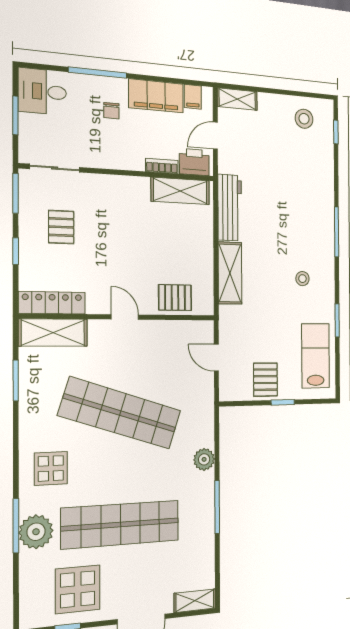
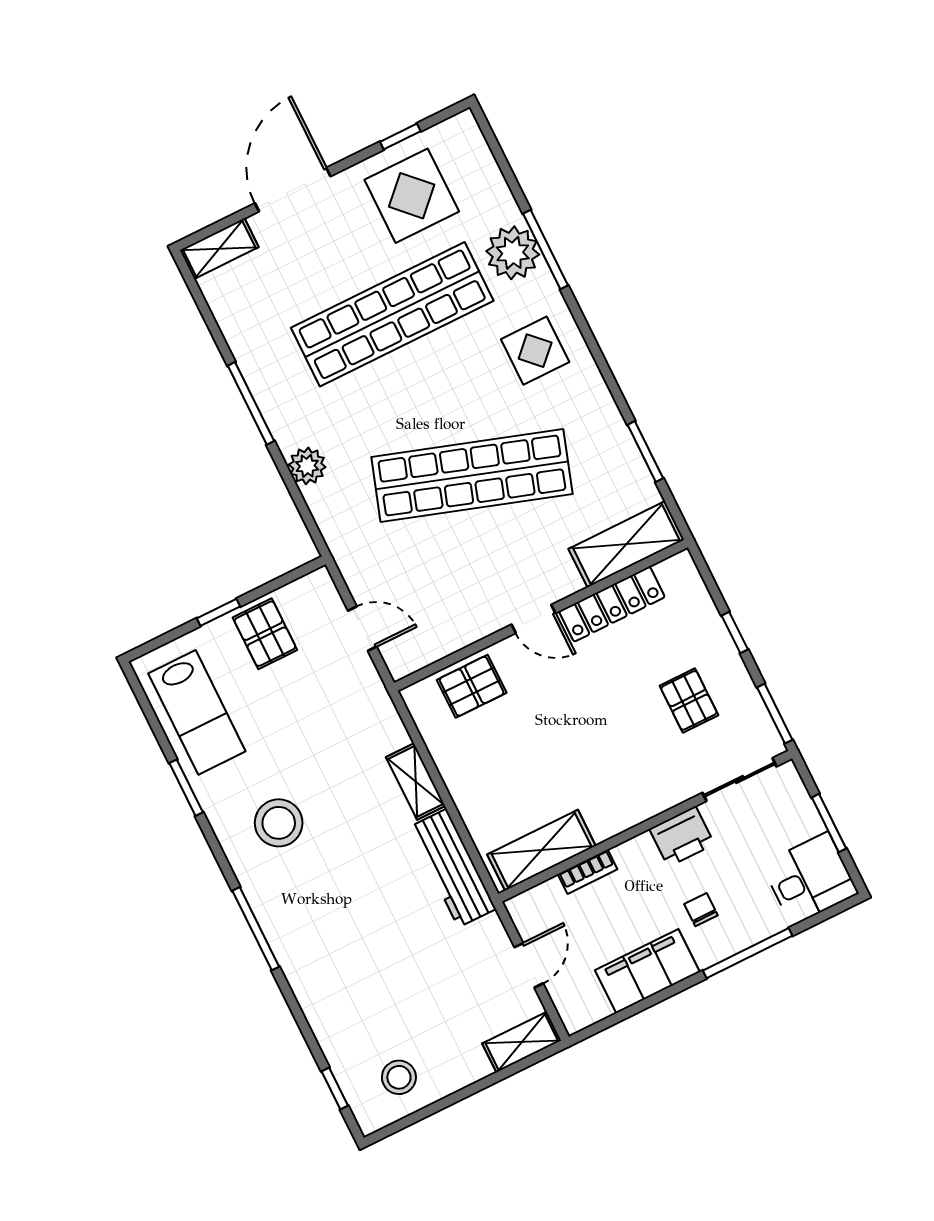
filing cabinet: (193, 97) -> (592, 1003), removed
printer: (194, 162) -> (682, 837), moved
shelving: (230, 273) -> (416, 782), width x0.67, depth x0.75
stool: (302, 279) -> (279, 823), width x1.89, depth x1.89
locker: (52, 303) -> (612, 604), moved

